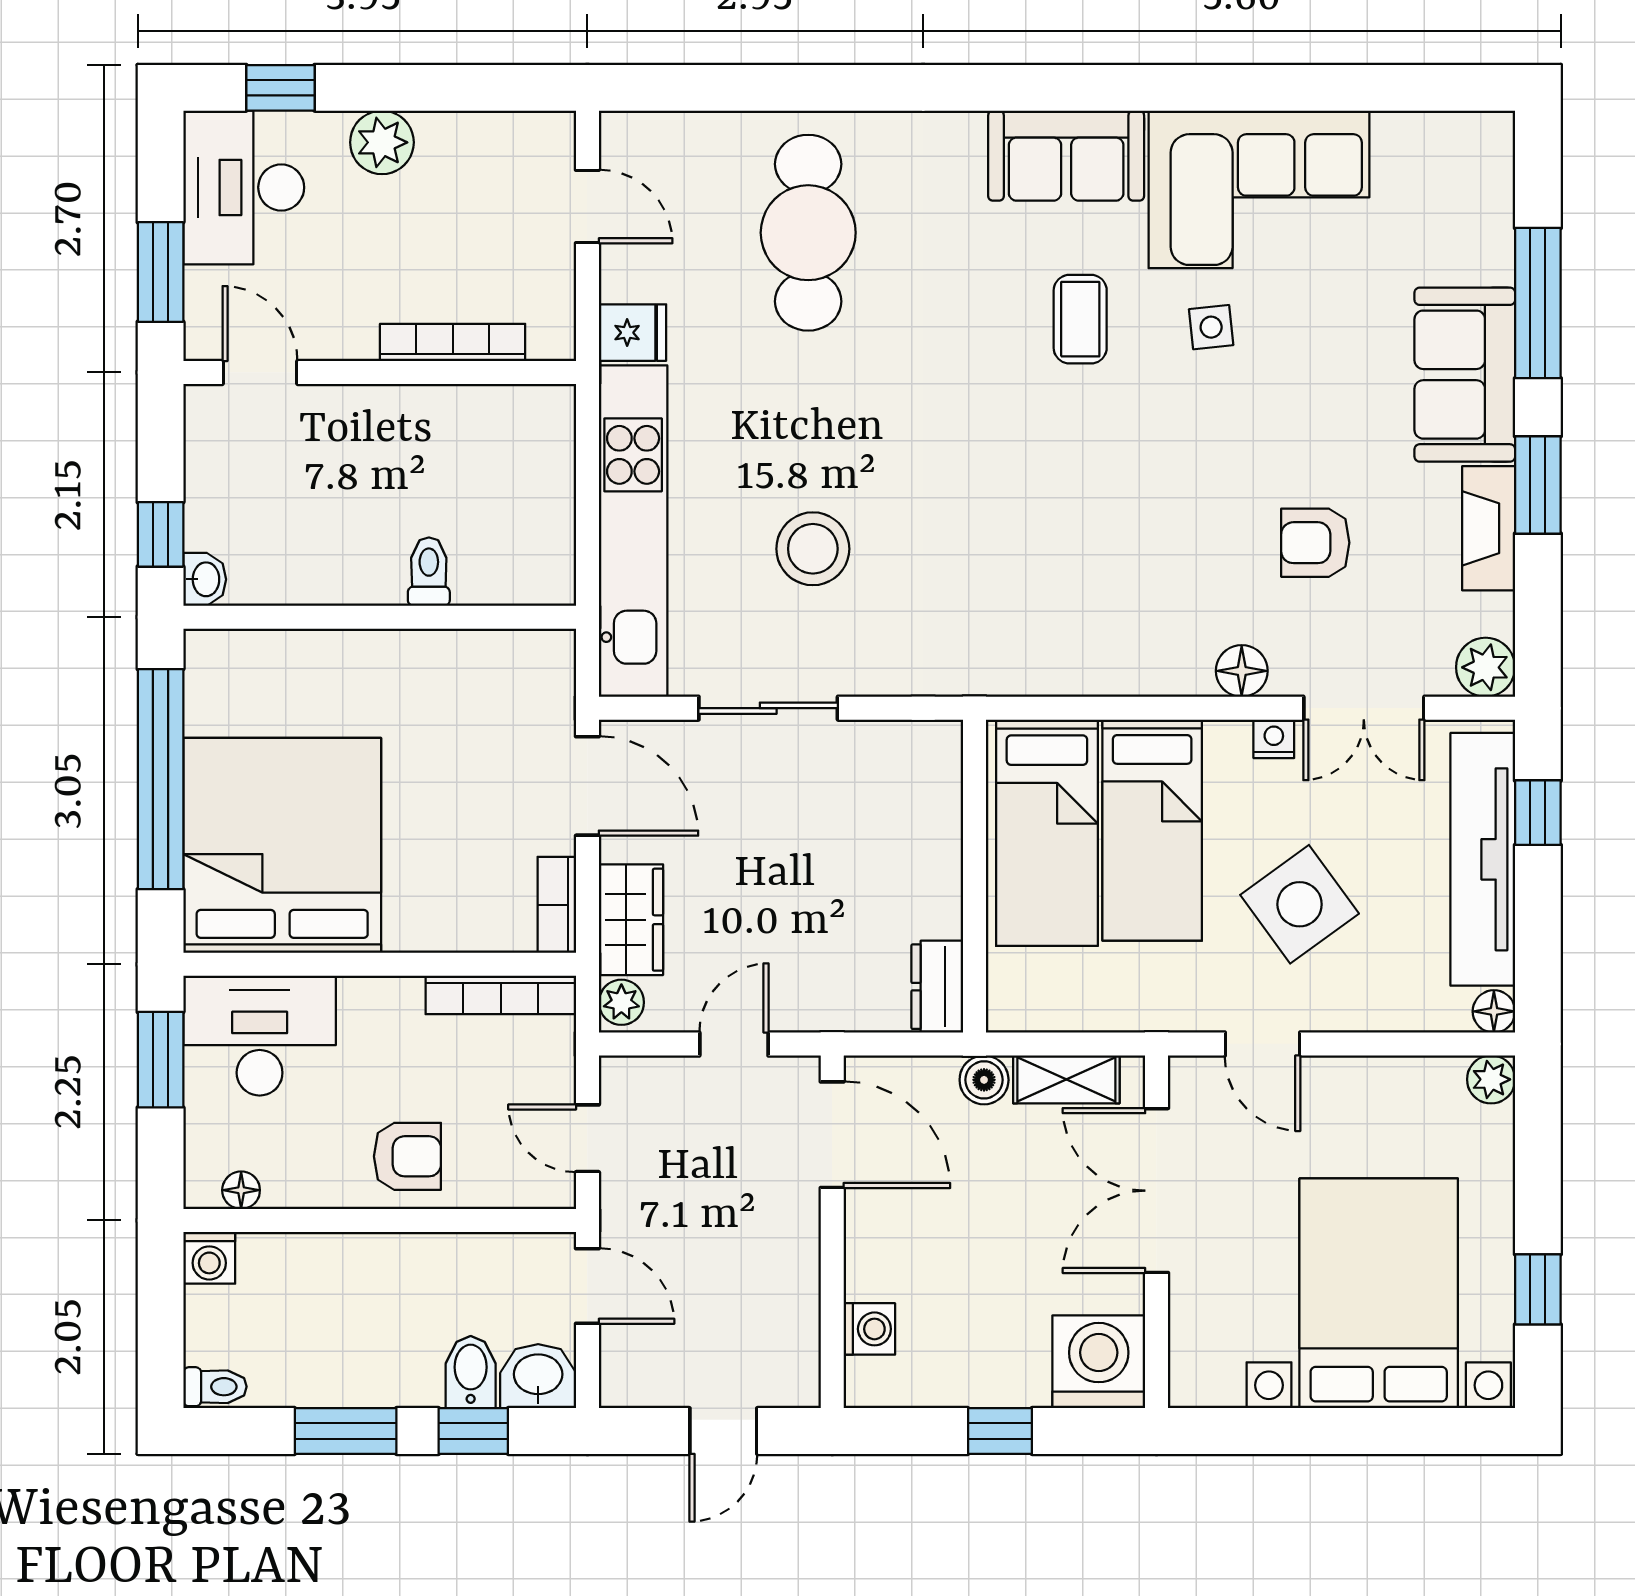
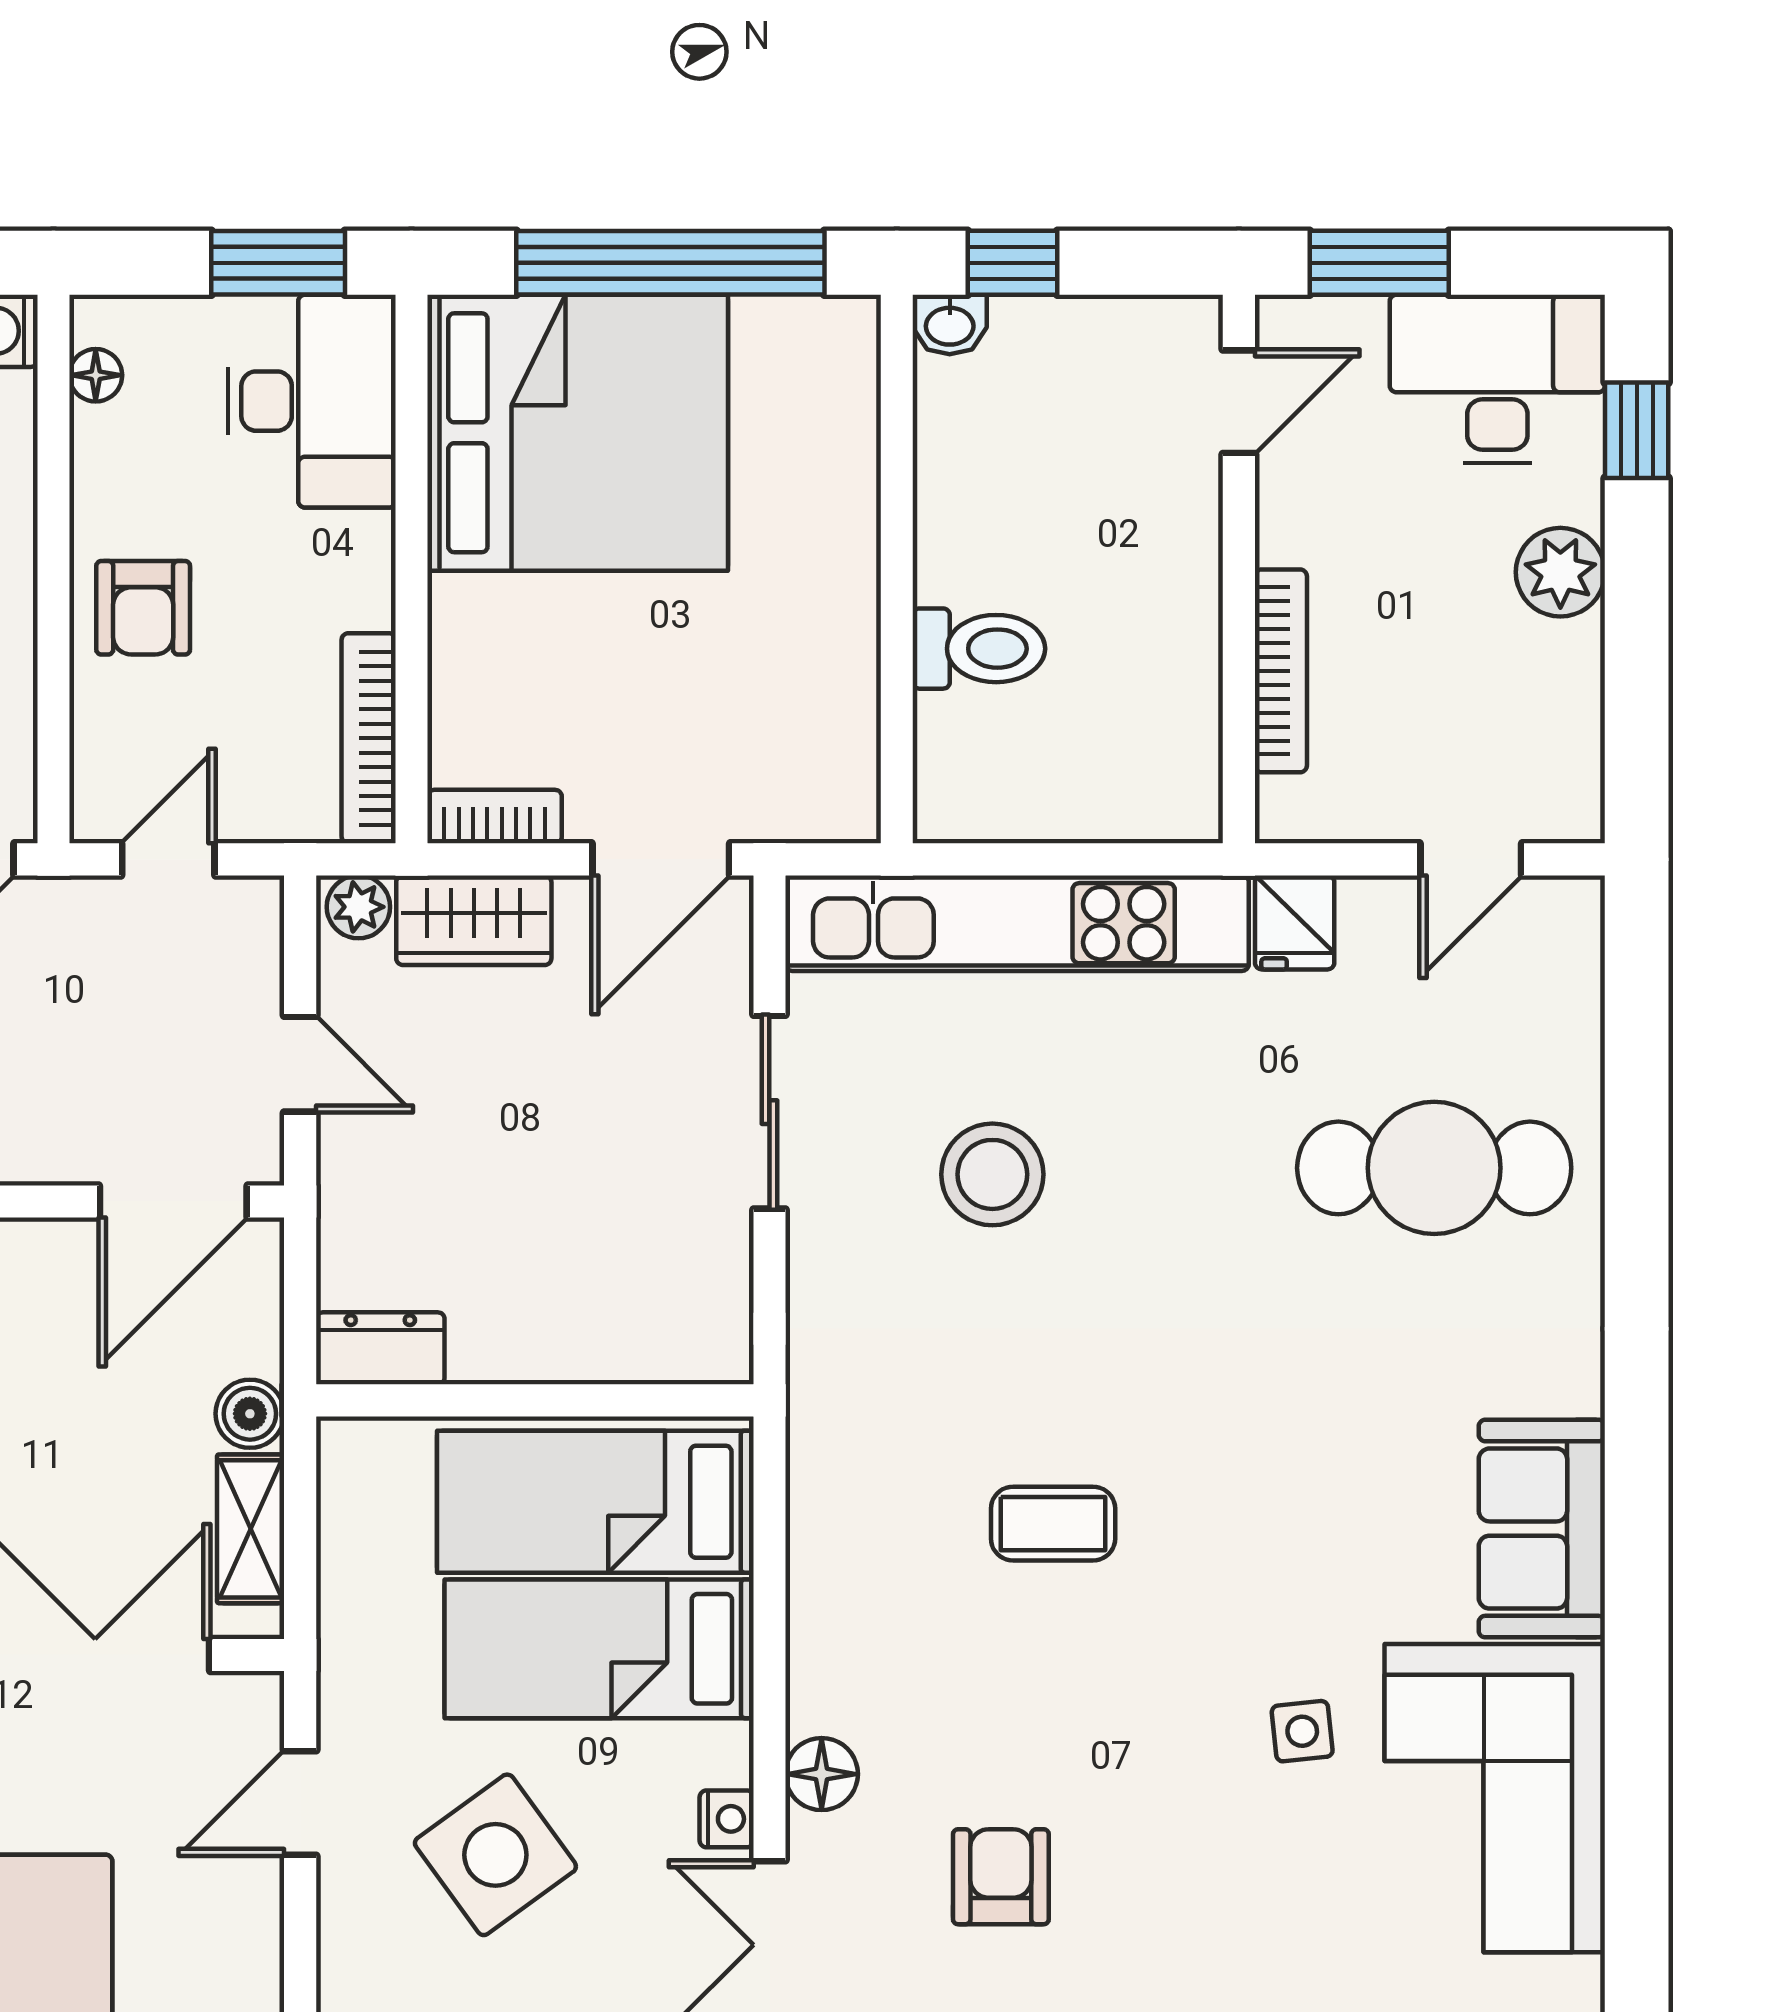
coffee table: (1080, 319) -> (1053, 1524), moved
toilet: (429, 572) -> (979, 649), width x1.37, depth x1.39

